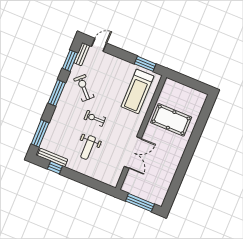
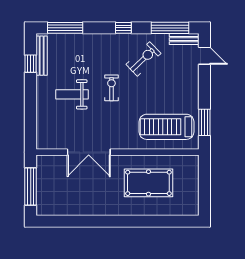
window: (70, 61) -> (170, 28), width x1.44
window: (57, 93) -> (123, 28), width x0.46
pool table: (171, 120) -> (148, 183), turned 90

